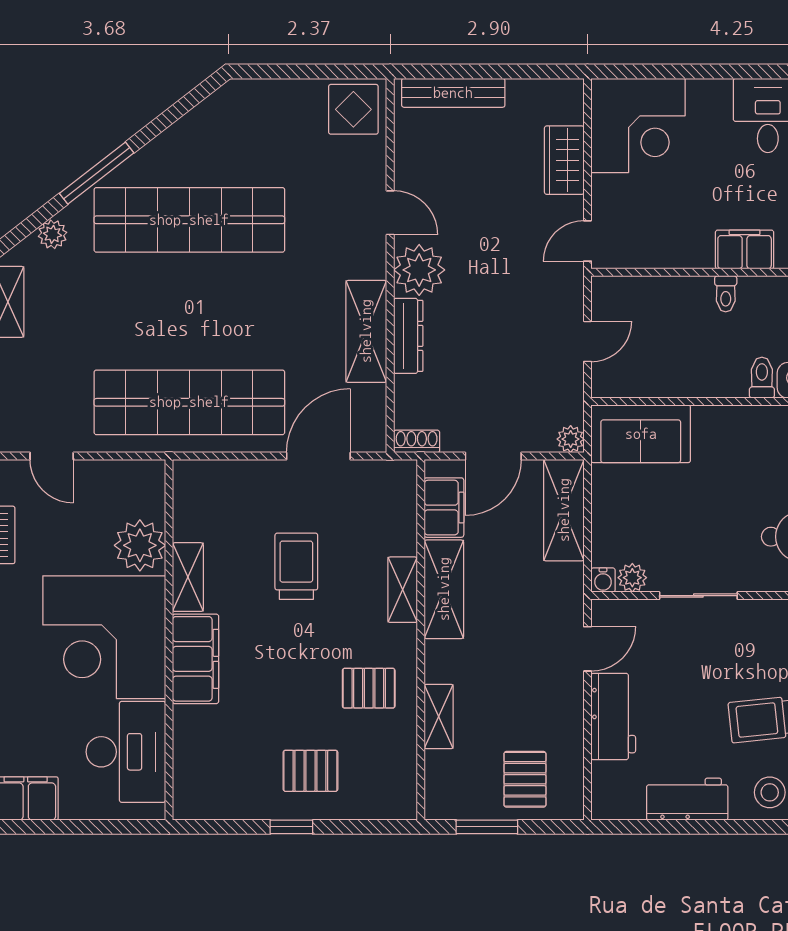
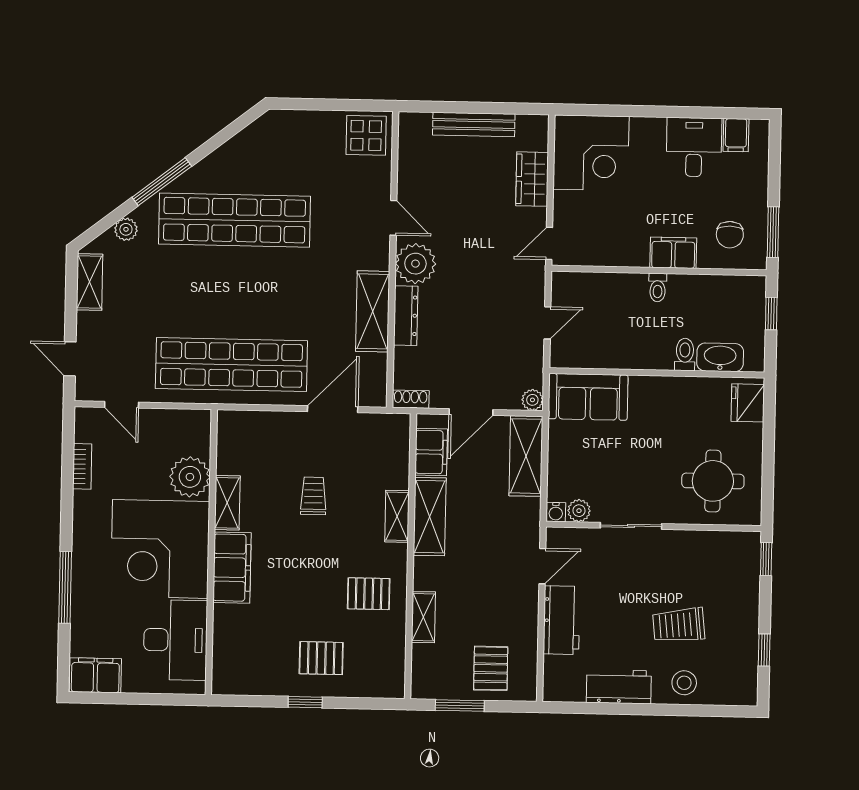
bench: (453, 93) -> (474, 125), moved
trolley: (296, 566) -> (313, 496), width x0.73, depth x0.72

